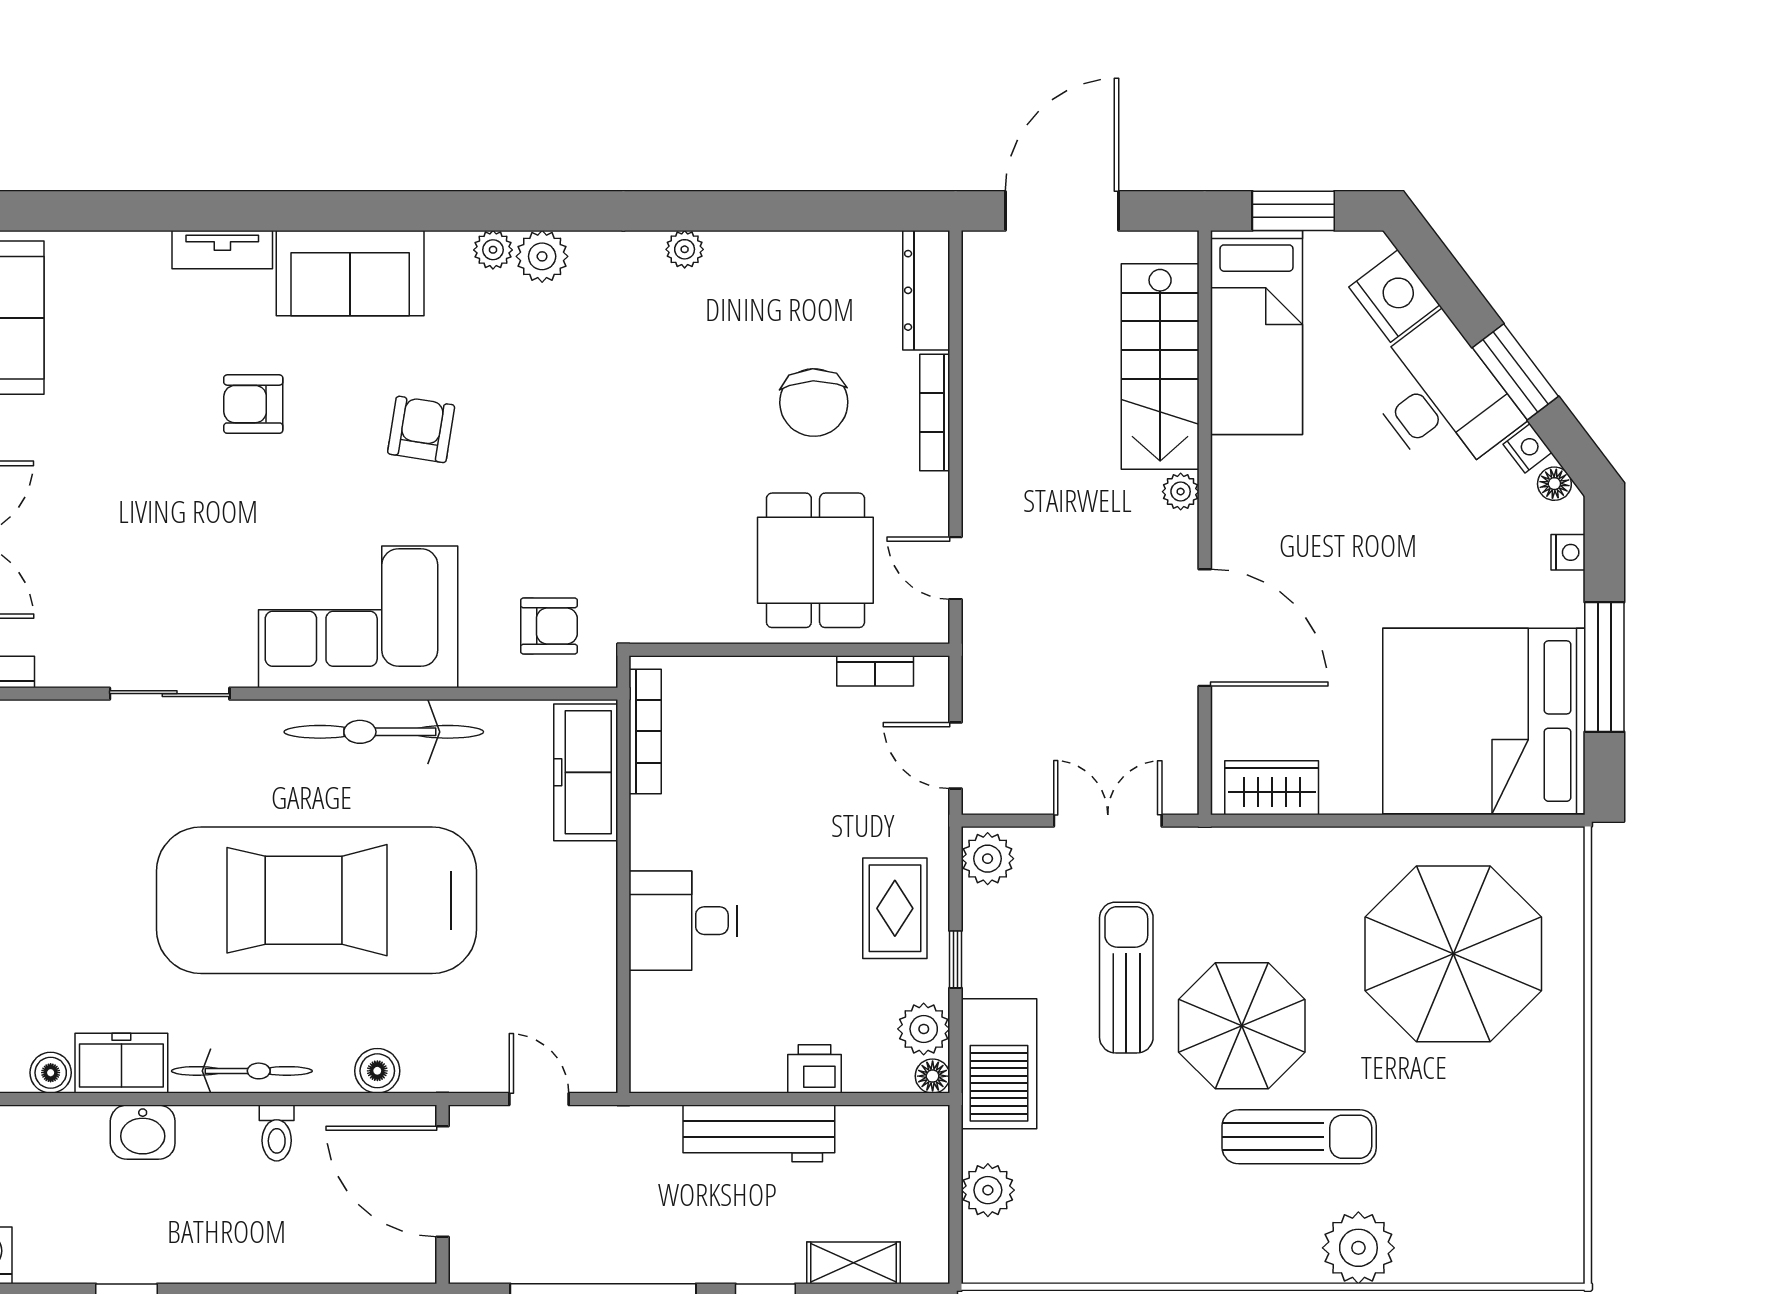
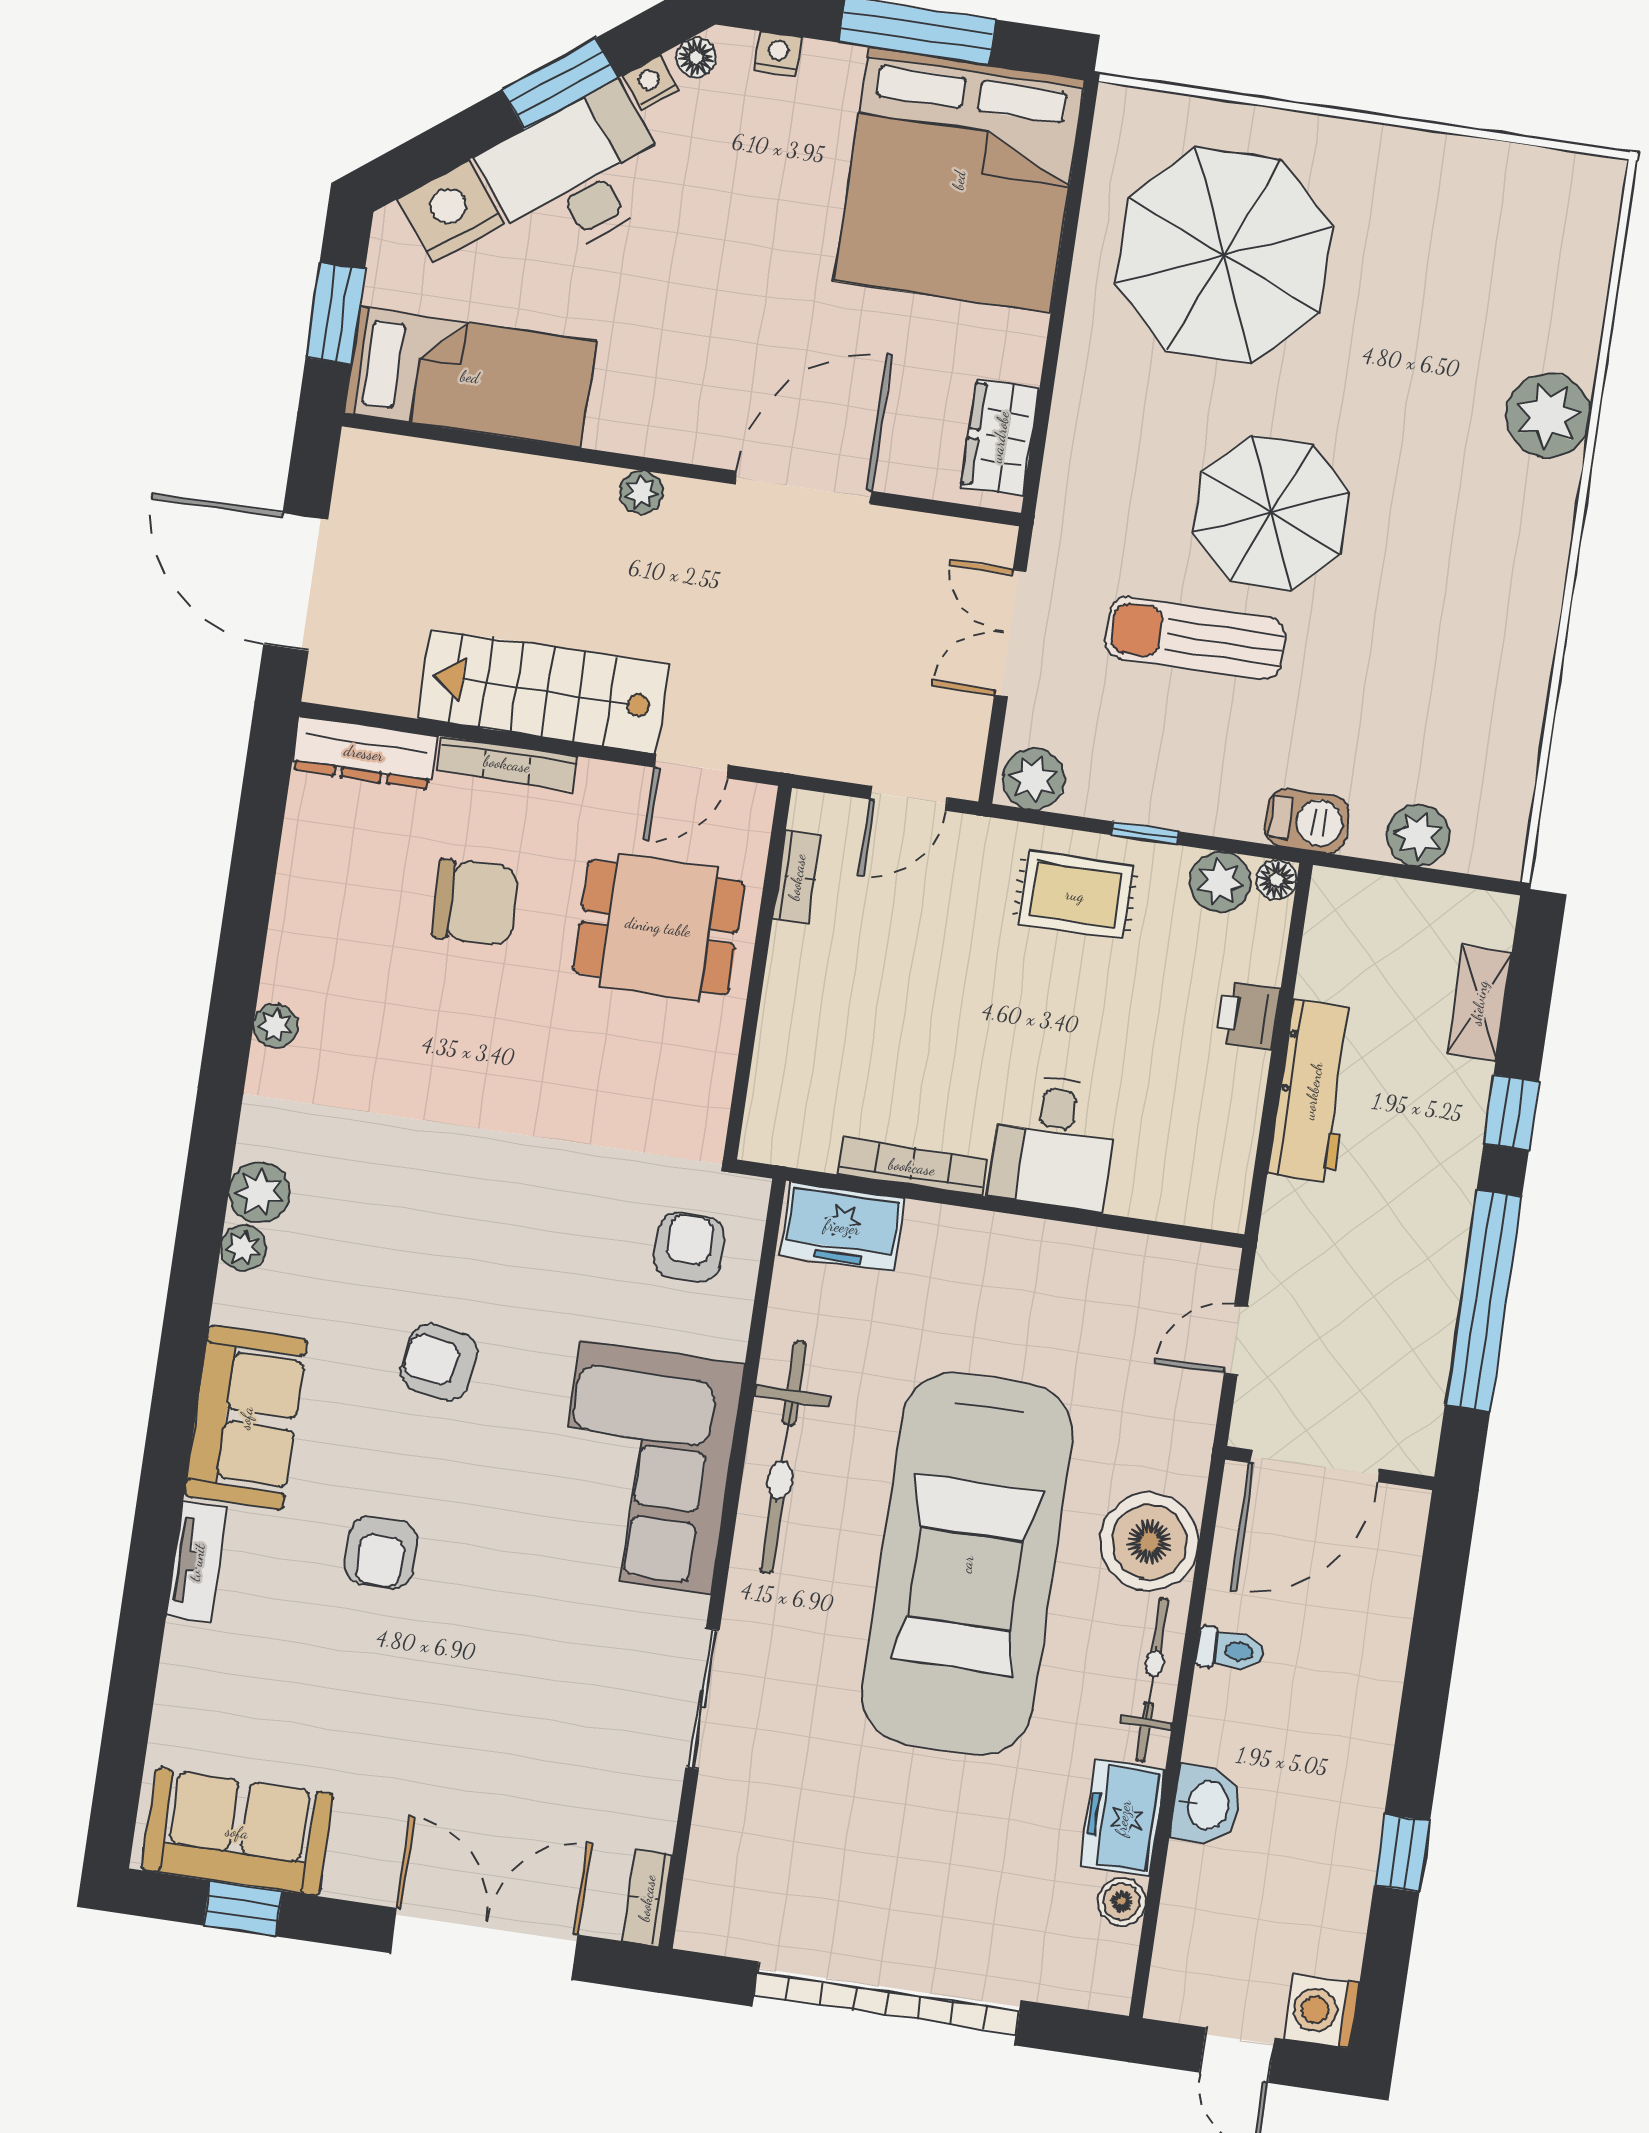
stairs: (1160, 367) -> (543, 691), moved, turned 180
bookcase: (645, 731) -> (912, 1167), moved
freezer: (586, 772) -> (842, 1227), width x0.71
barbecue: (999, 1064) -> (1307, 821), width x0.53, depth x0.65
boiler: (377, 1071) -> (1149, 1542), width x1.86, depth x1.86
sun lounger: (1299, 1137) -> (1410, 465), removed

